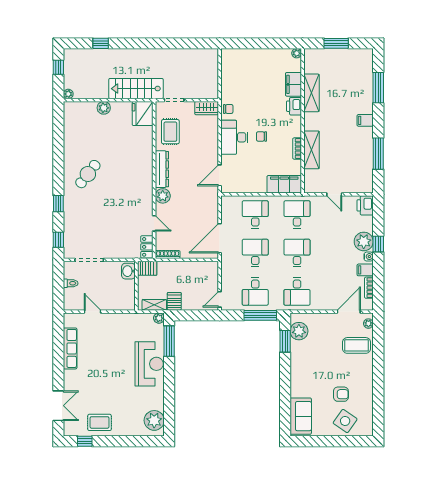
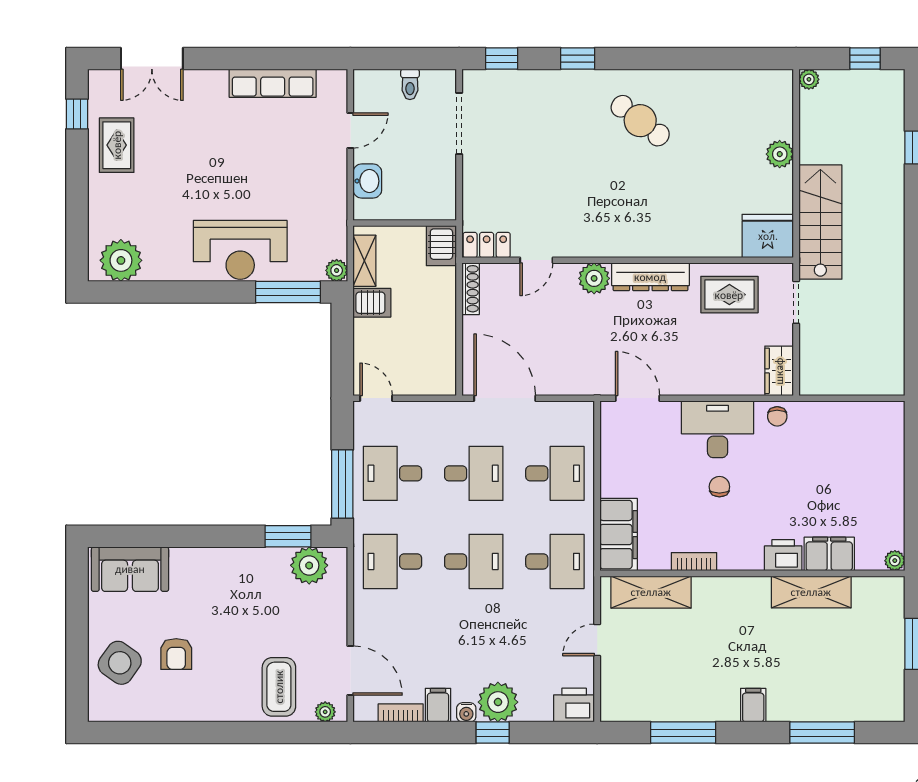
shelving: (312, 150) -> (651, 592), moved
washbasin: (128, 271) -> (367, 181), moved, turned 90

